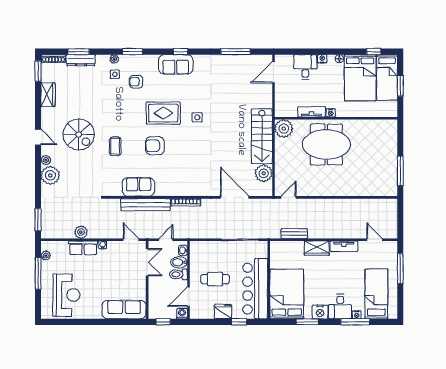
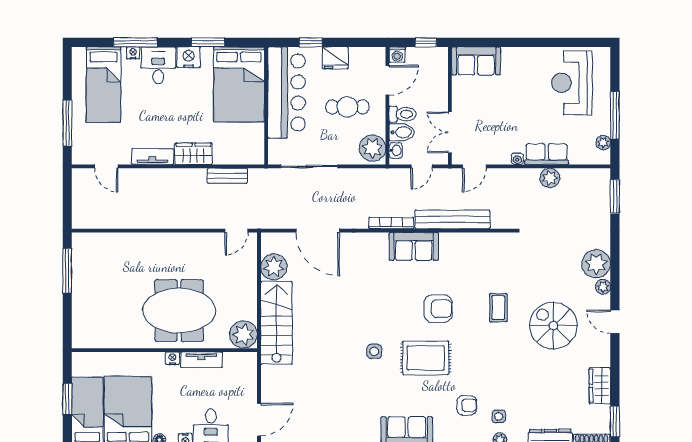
sofa: (138, 187) -> (414, 246), moved
door: (131, 240) -> (474, 166), hinge flipped
plant: (198, 252) -> (373, 148), added
sofa: (124, 310) -> (476, 61), width x0.73

